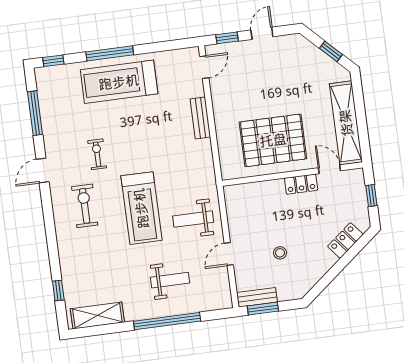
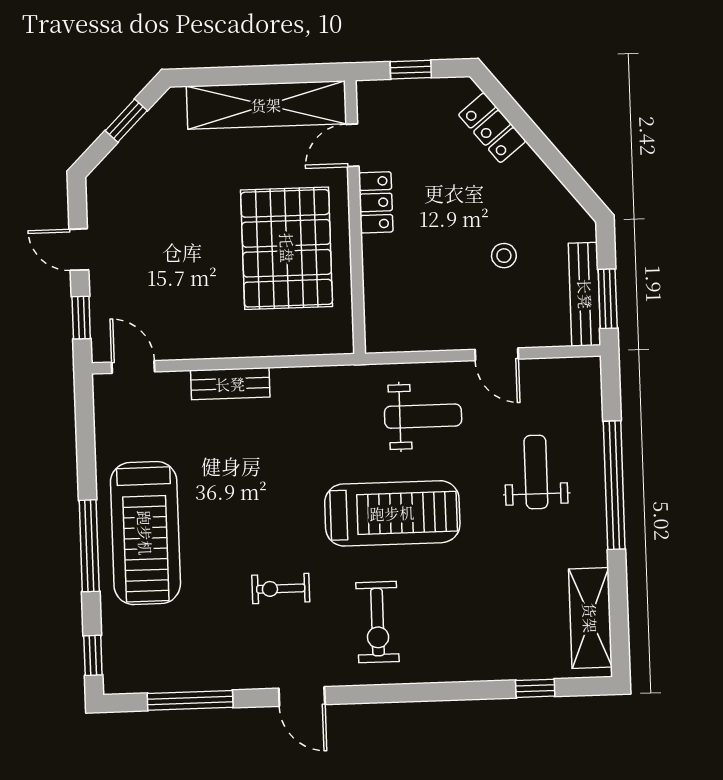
exercise bike: (85, 206) -> (377, 622), turned -90
weight bench: (193, 219) -> (423, 416), turned -90
bench: (257, 297) -> (585, 294), width x1.36

